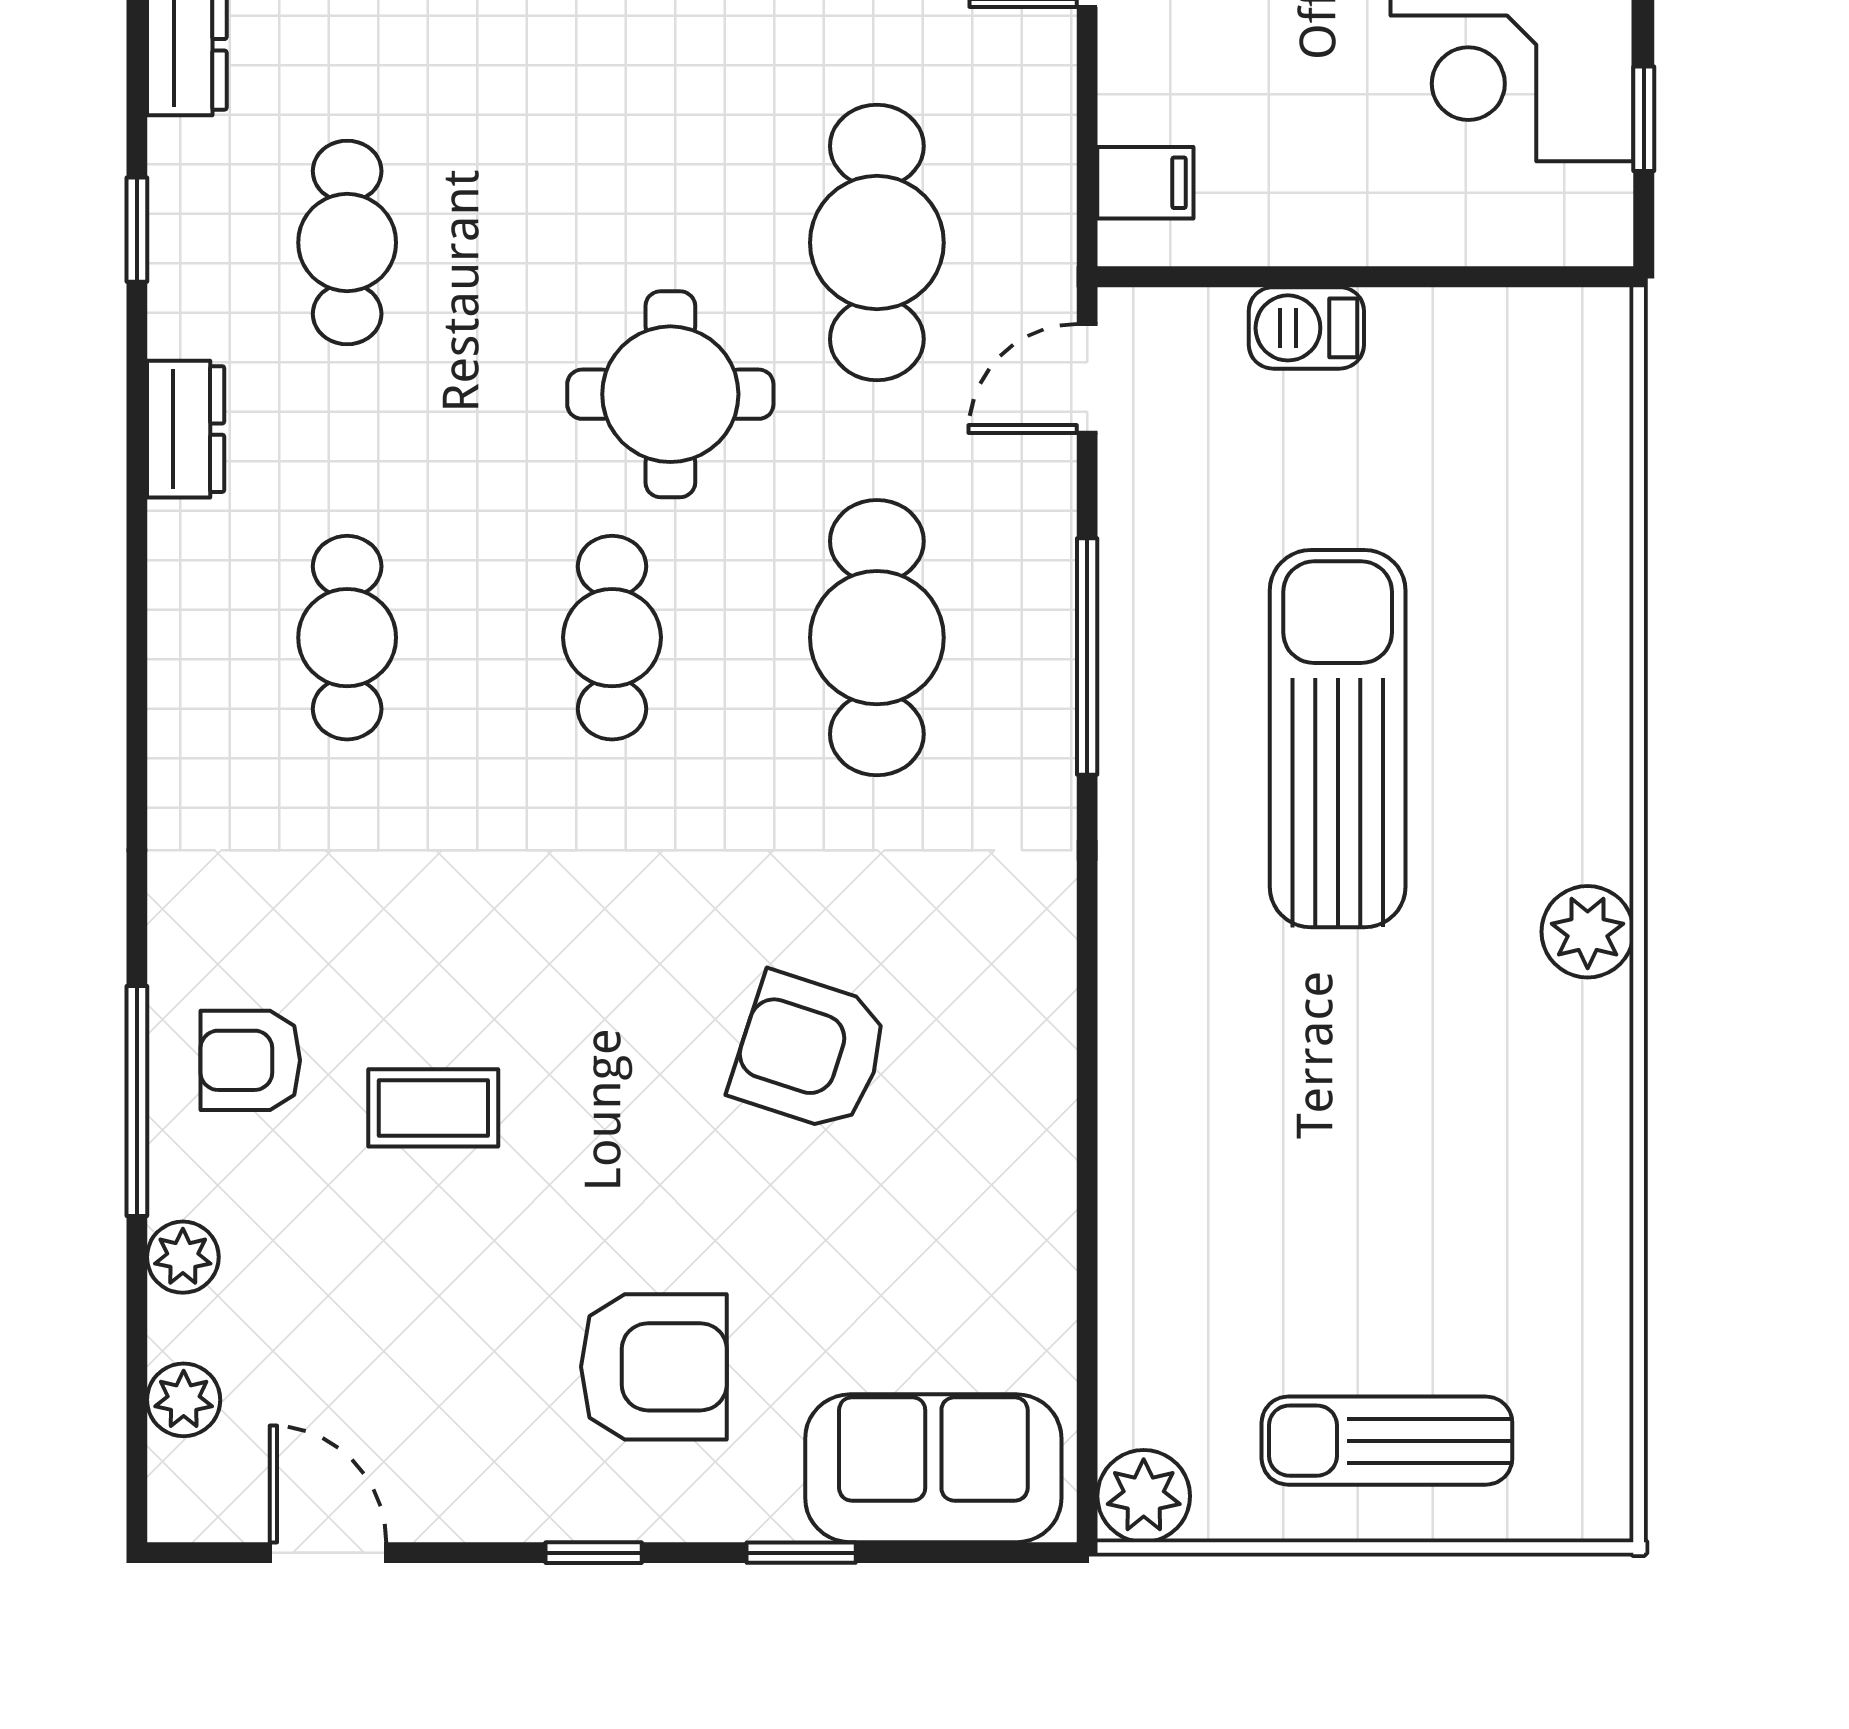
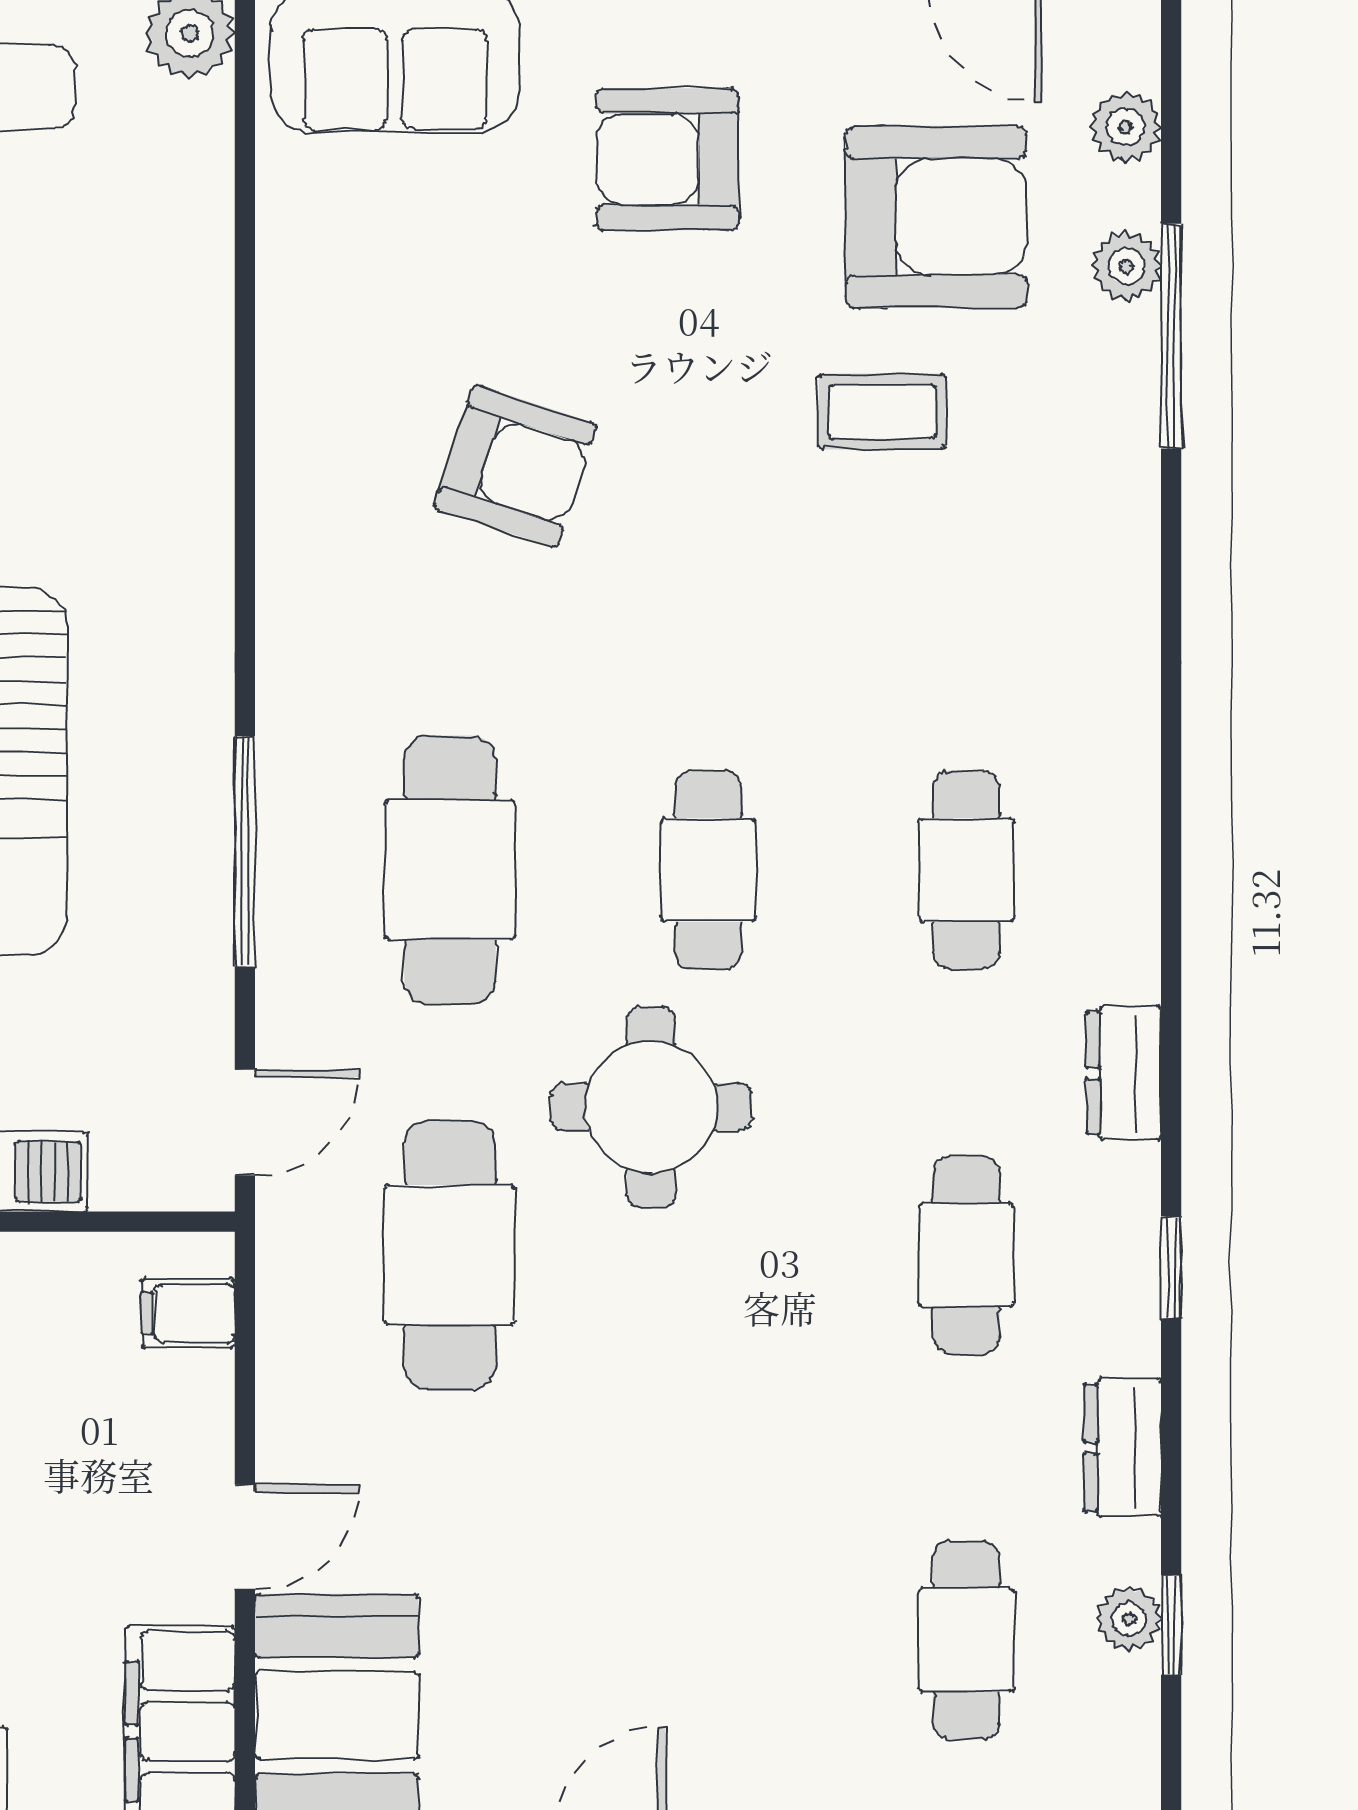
armchair: (250, 1060) -> (936, 217), moved, width x1.88, depth x1.88
window: (137, 1101) -> (1171, 336), moved

